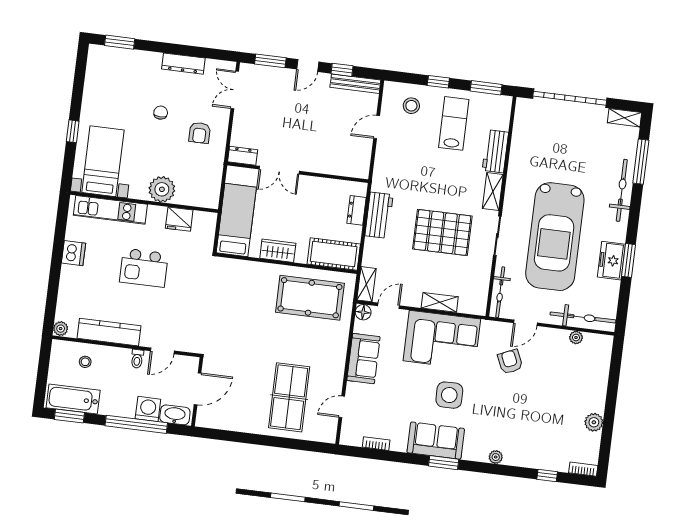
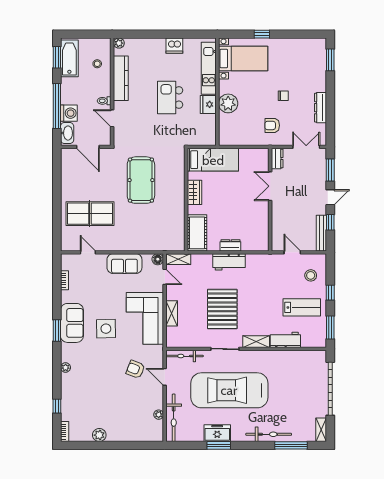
door: (308, 66) -> (330, 197), swing flipped
dresser: (243, 156) -> (277, 159), moved
double door: (279, 170) -> (270, 186), moved
wall: (298, 172) -> (270, 200), moved
fridge: (179, 219) -> (208, 104), moved
pool table: (310, 298) -> (141, 180), moved
armchair: (510, 362) -> (135, 369), turned -135

